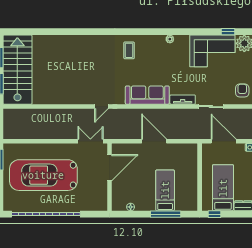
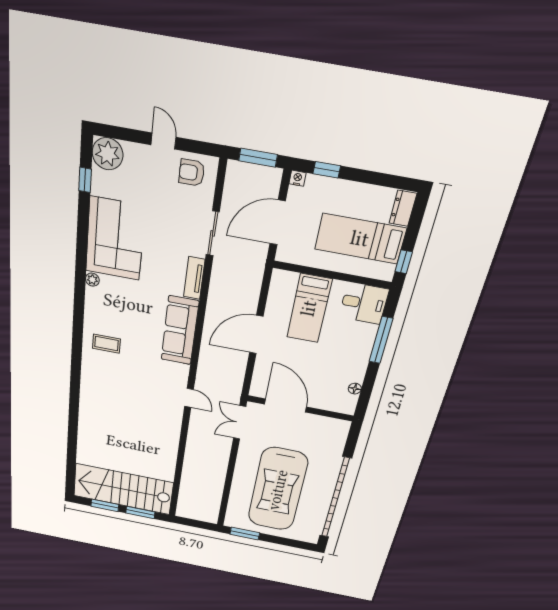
corner sofa: (212, 51) -> (115, 239), moved
bed: (165, 190) -> (309, 308), moved, turned -90
desk: (186, 199) -> (364, 303), added

